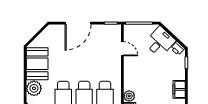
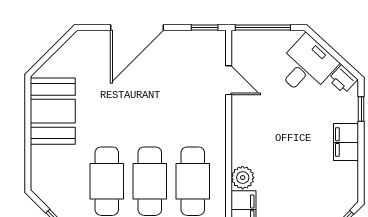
plant: (34, 88) -> (46, 162), removed
filing cabinet: (179, 89) -> (346, 142), moved

